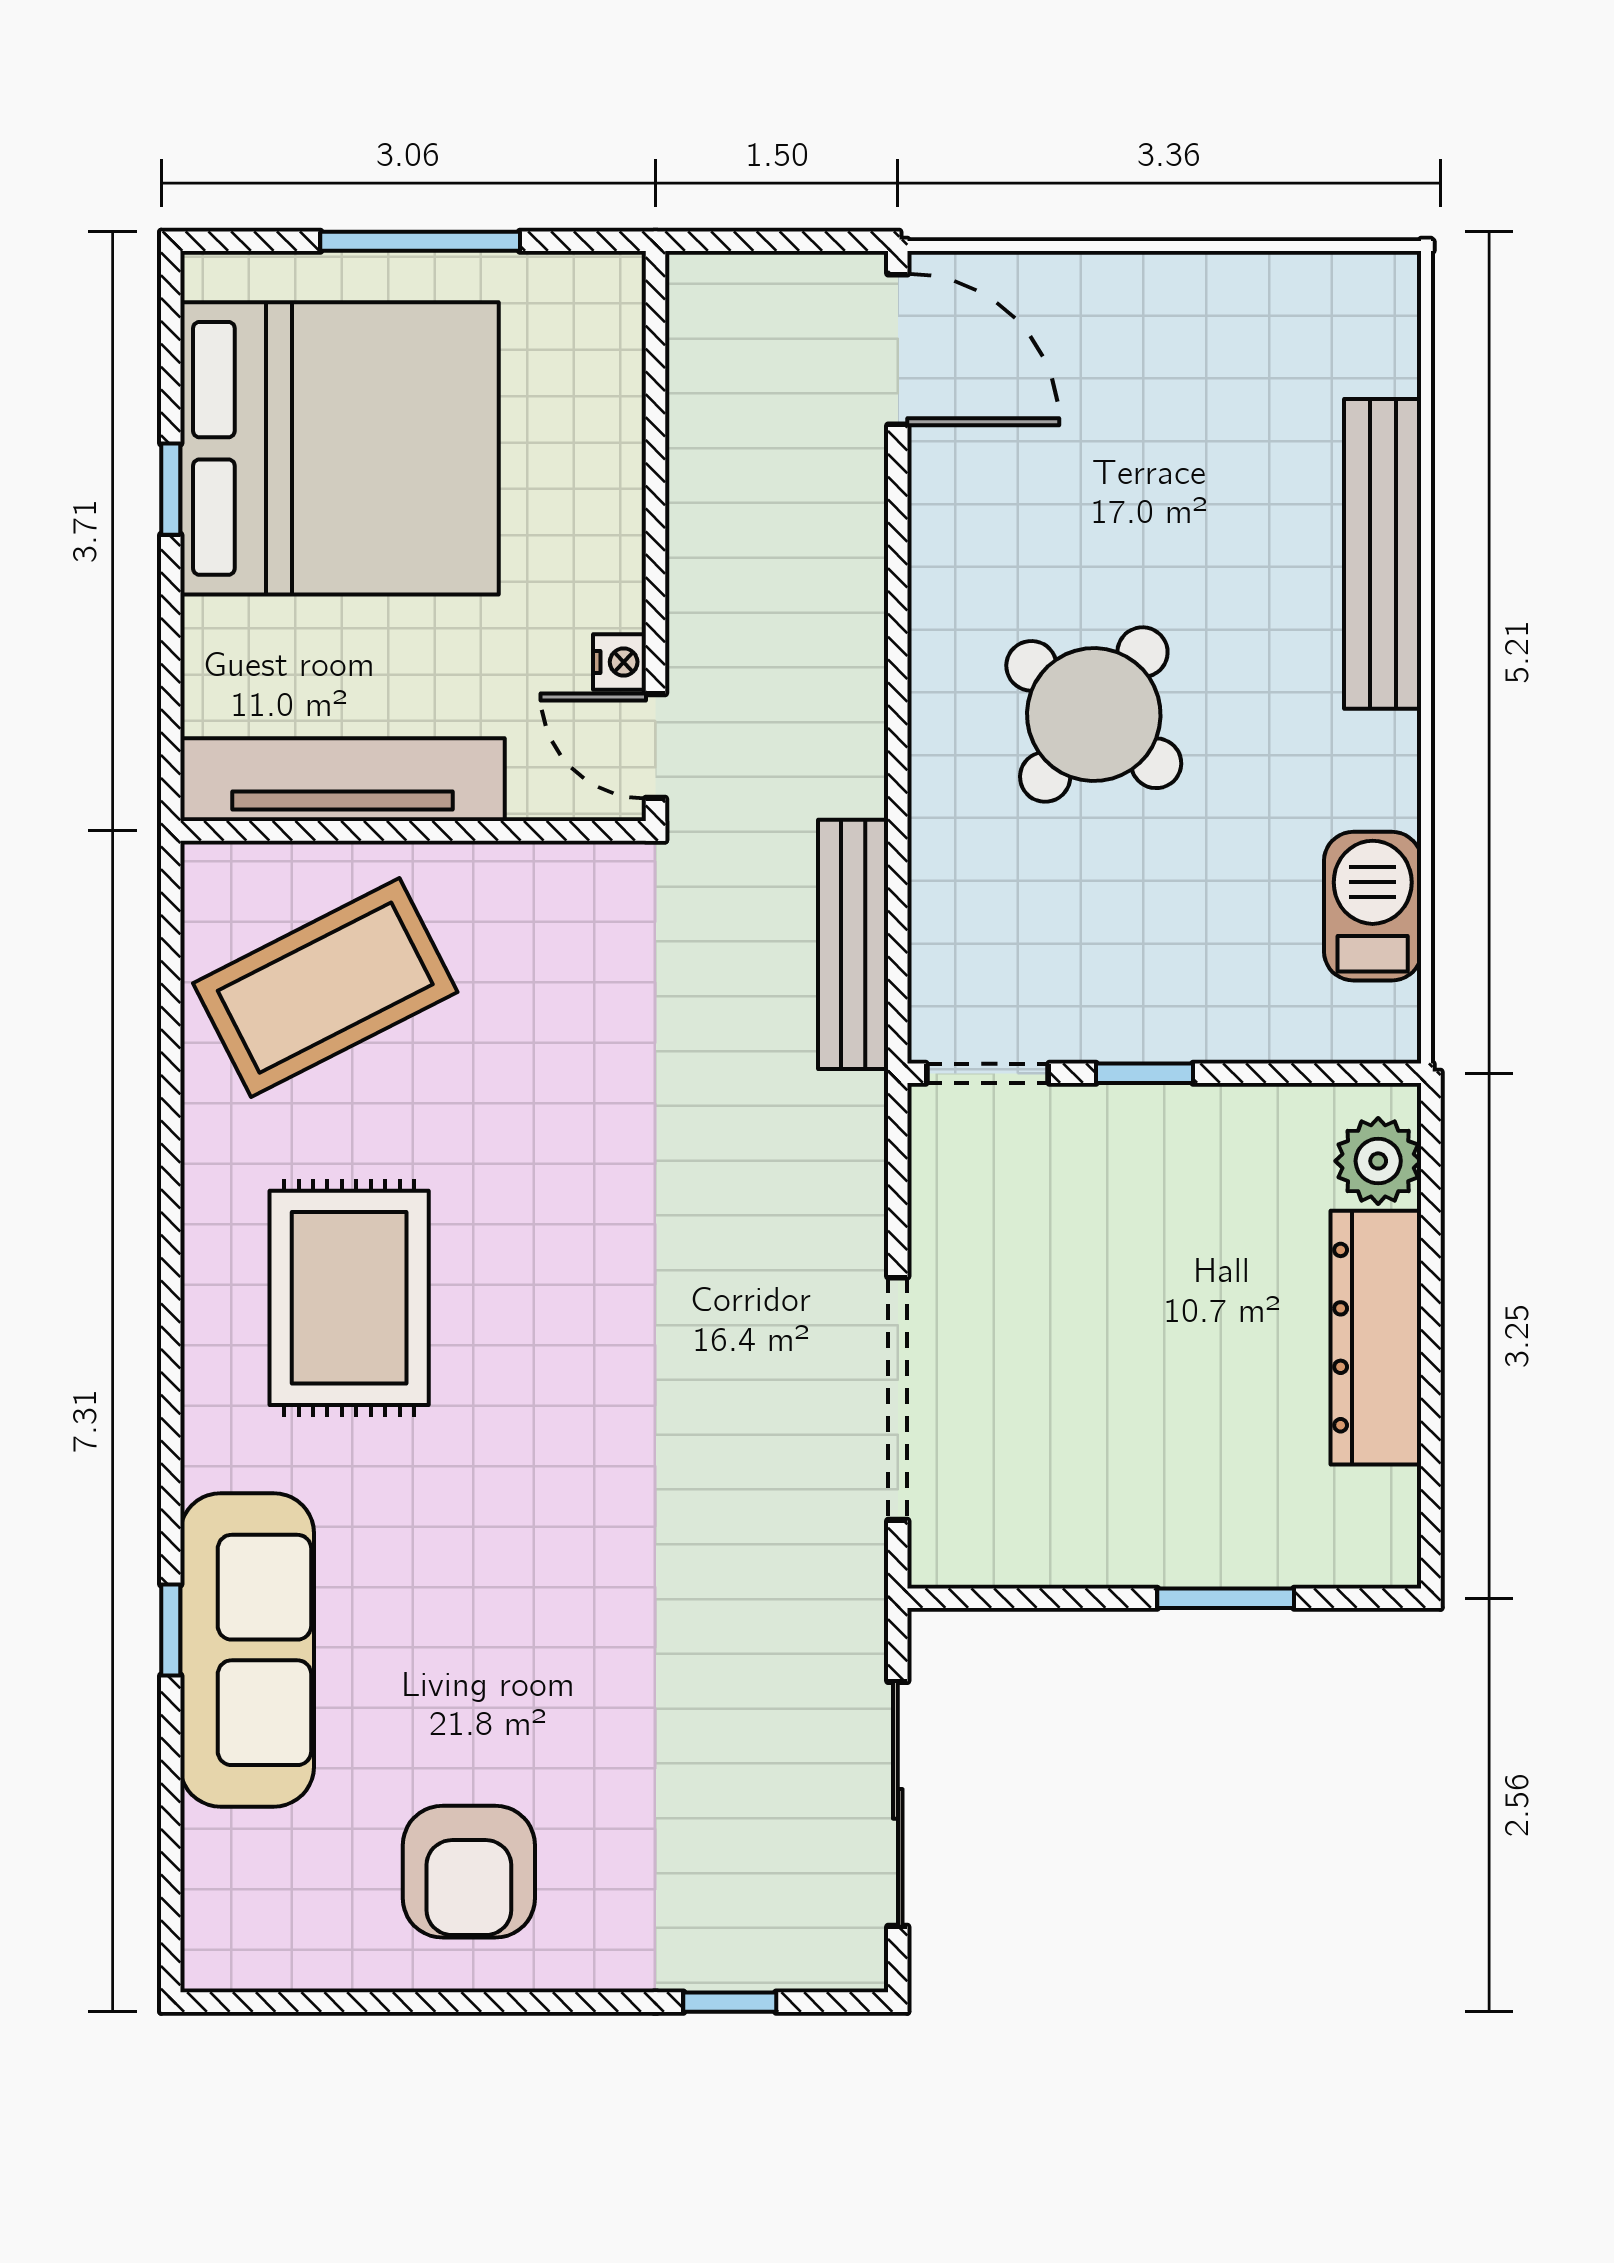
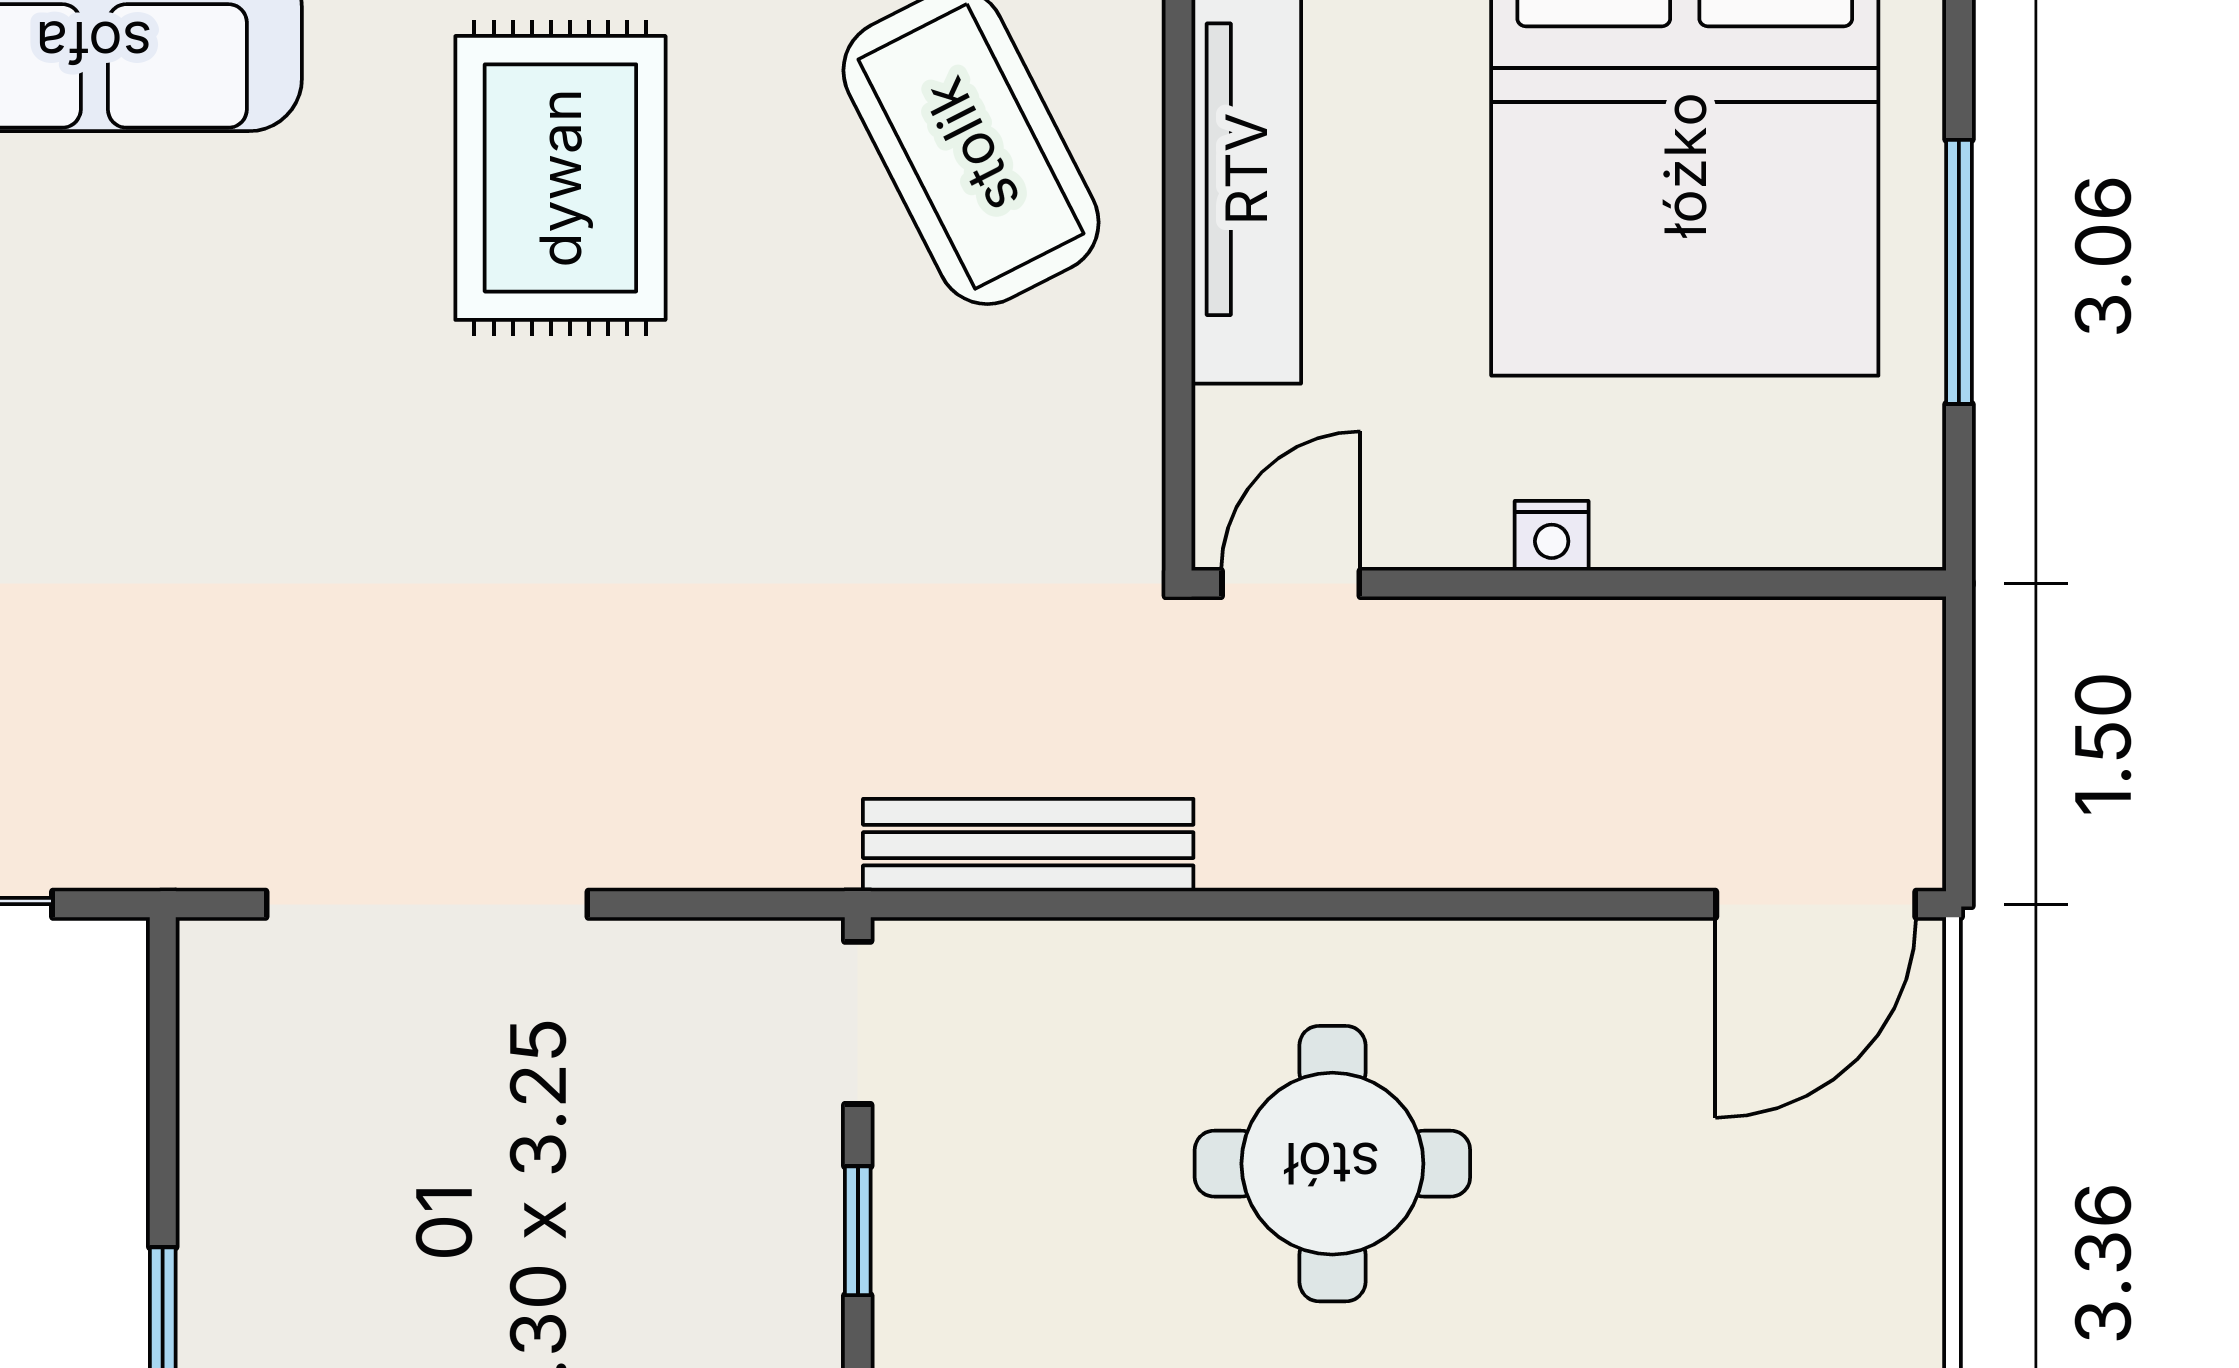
nightstand: (619, 662) -> (1552, 536), moved
round table: (1094, 715) -> (1332, 1164), turned -38
rug: (349, 1298) -> (560, 178), turned 90

